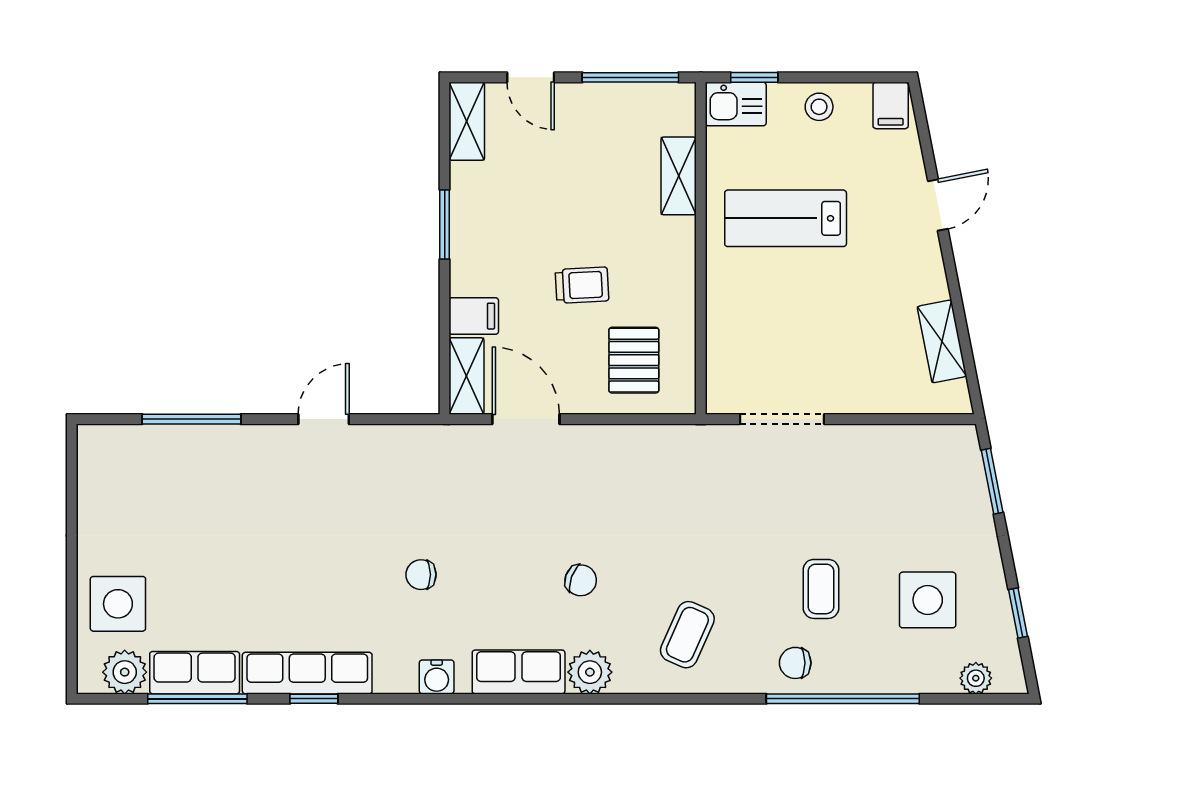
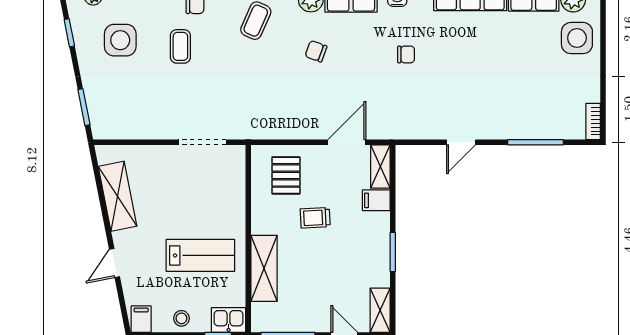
shelving: (679, 176) -> (264, 268), width x1.50, depth x1.33
shelving: (942, 341) -> (118, 196), width x1.50, depth x1.33
door: (526, 419) -> (347, 142), swing flipped
bookcase: (89, 456) -> (593, 121), added

